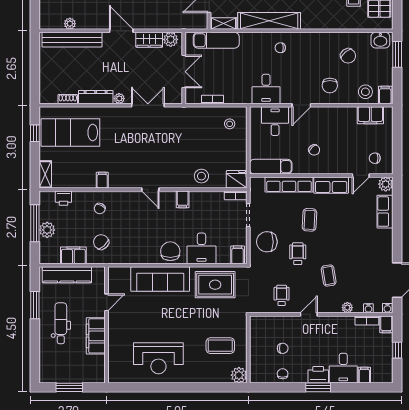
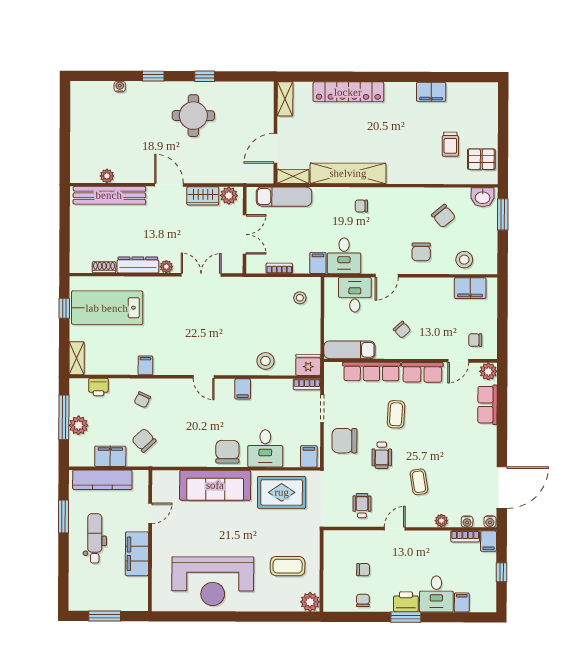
filing cabinet: (385, 95) -> (318, 263), moved
wheelchair: (298, 254) -> (382, 455), turned 180
reception desk: (158, 358) -> (213, 581), width x1.36, depth x1.30

